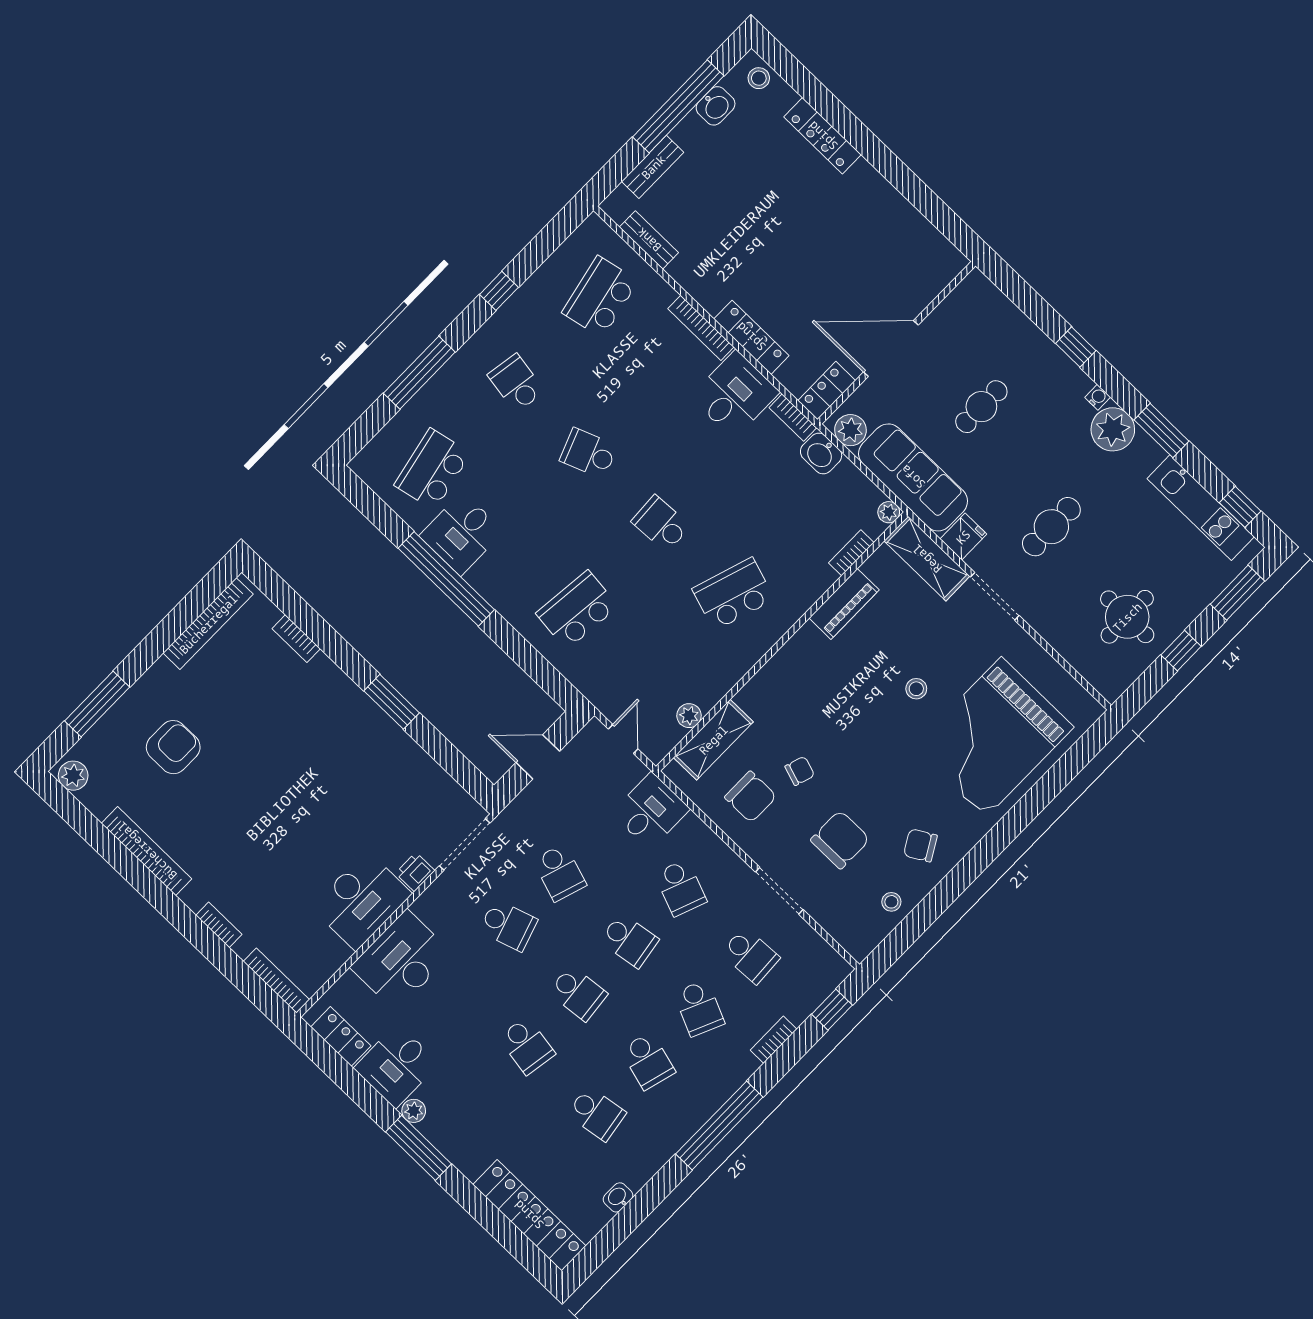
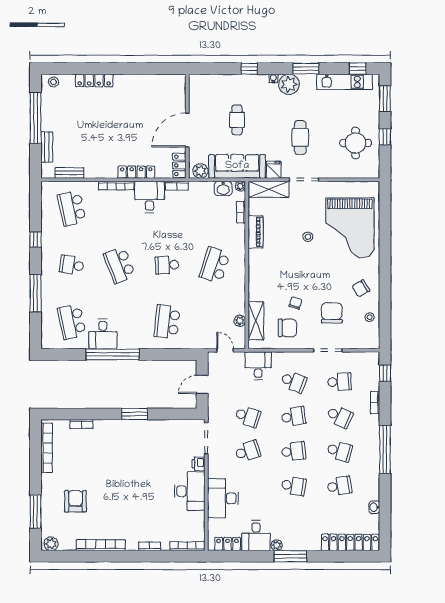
washbasin: (716, 106) -> (48, 106), removed
school desk: (589, 453) -> (119, 265), width x1.85
washbasin: (821, 454) -> (223, 189), moved

